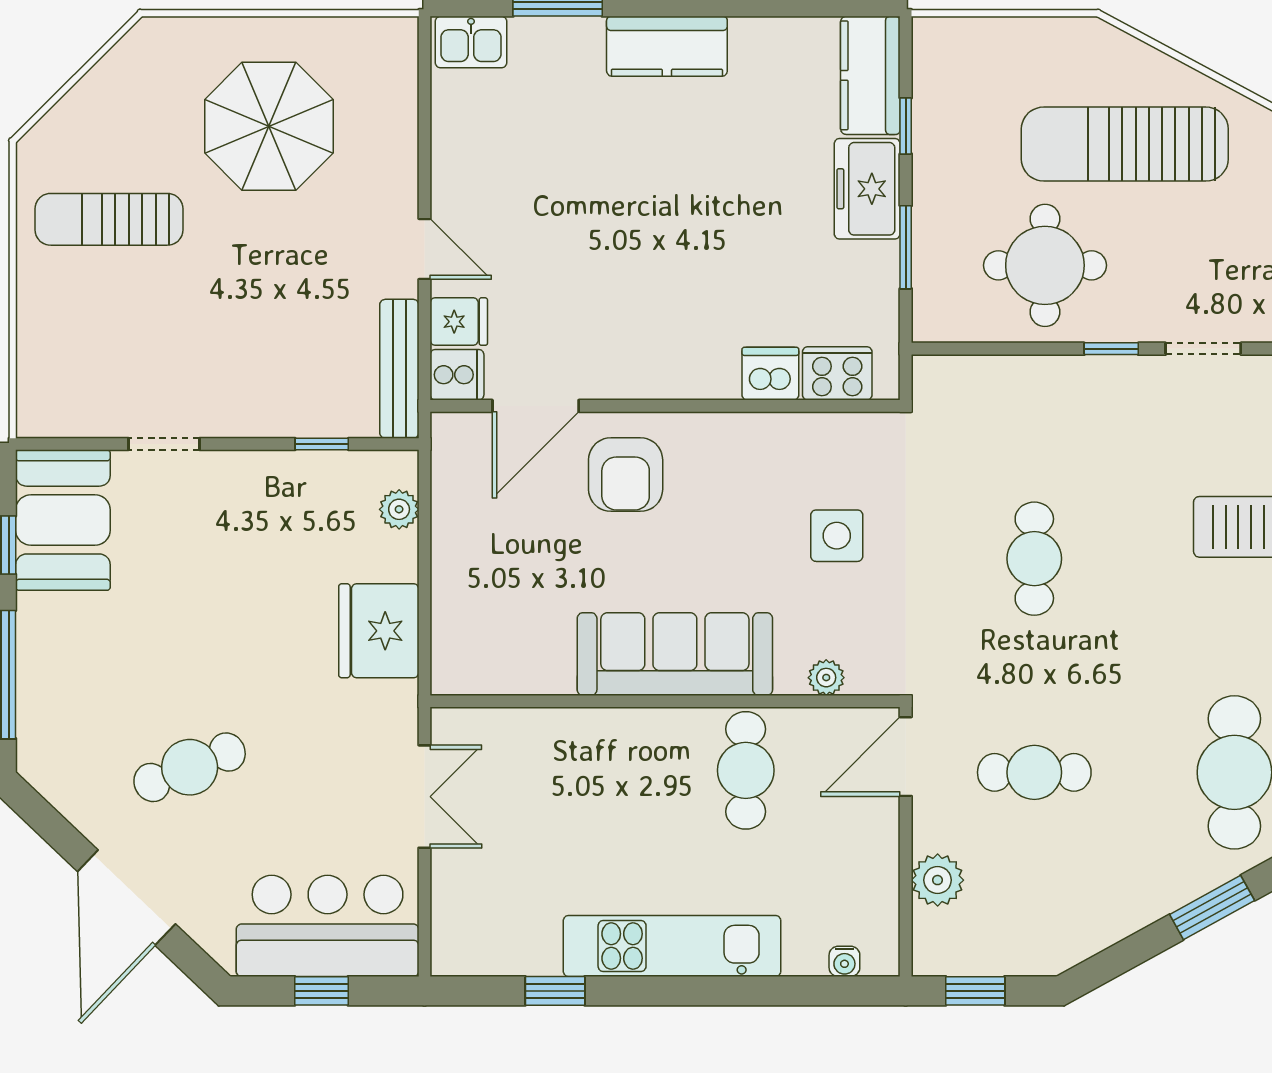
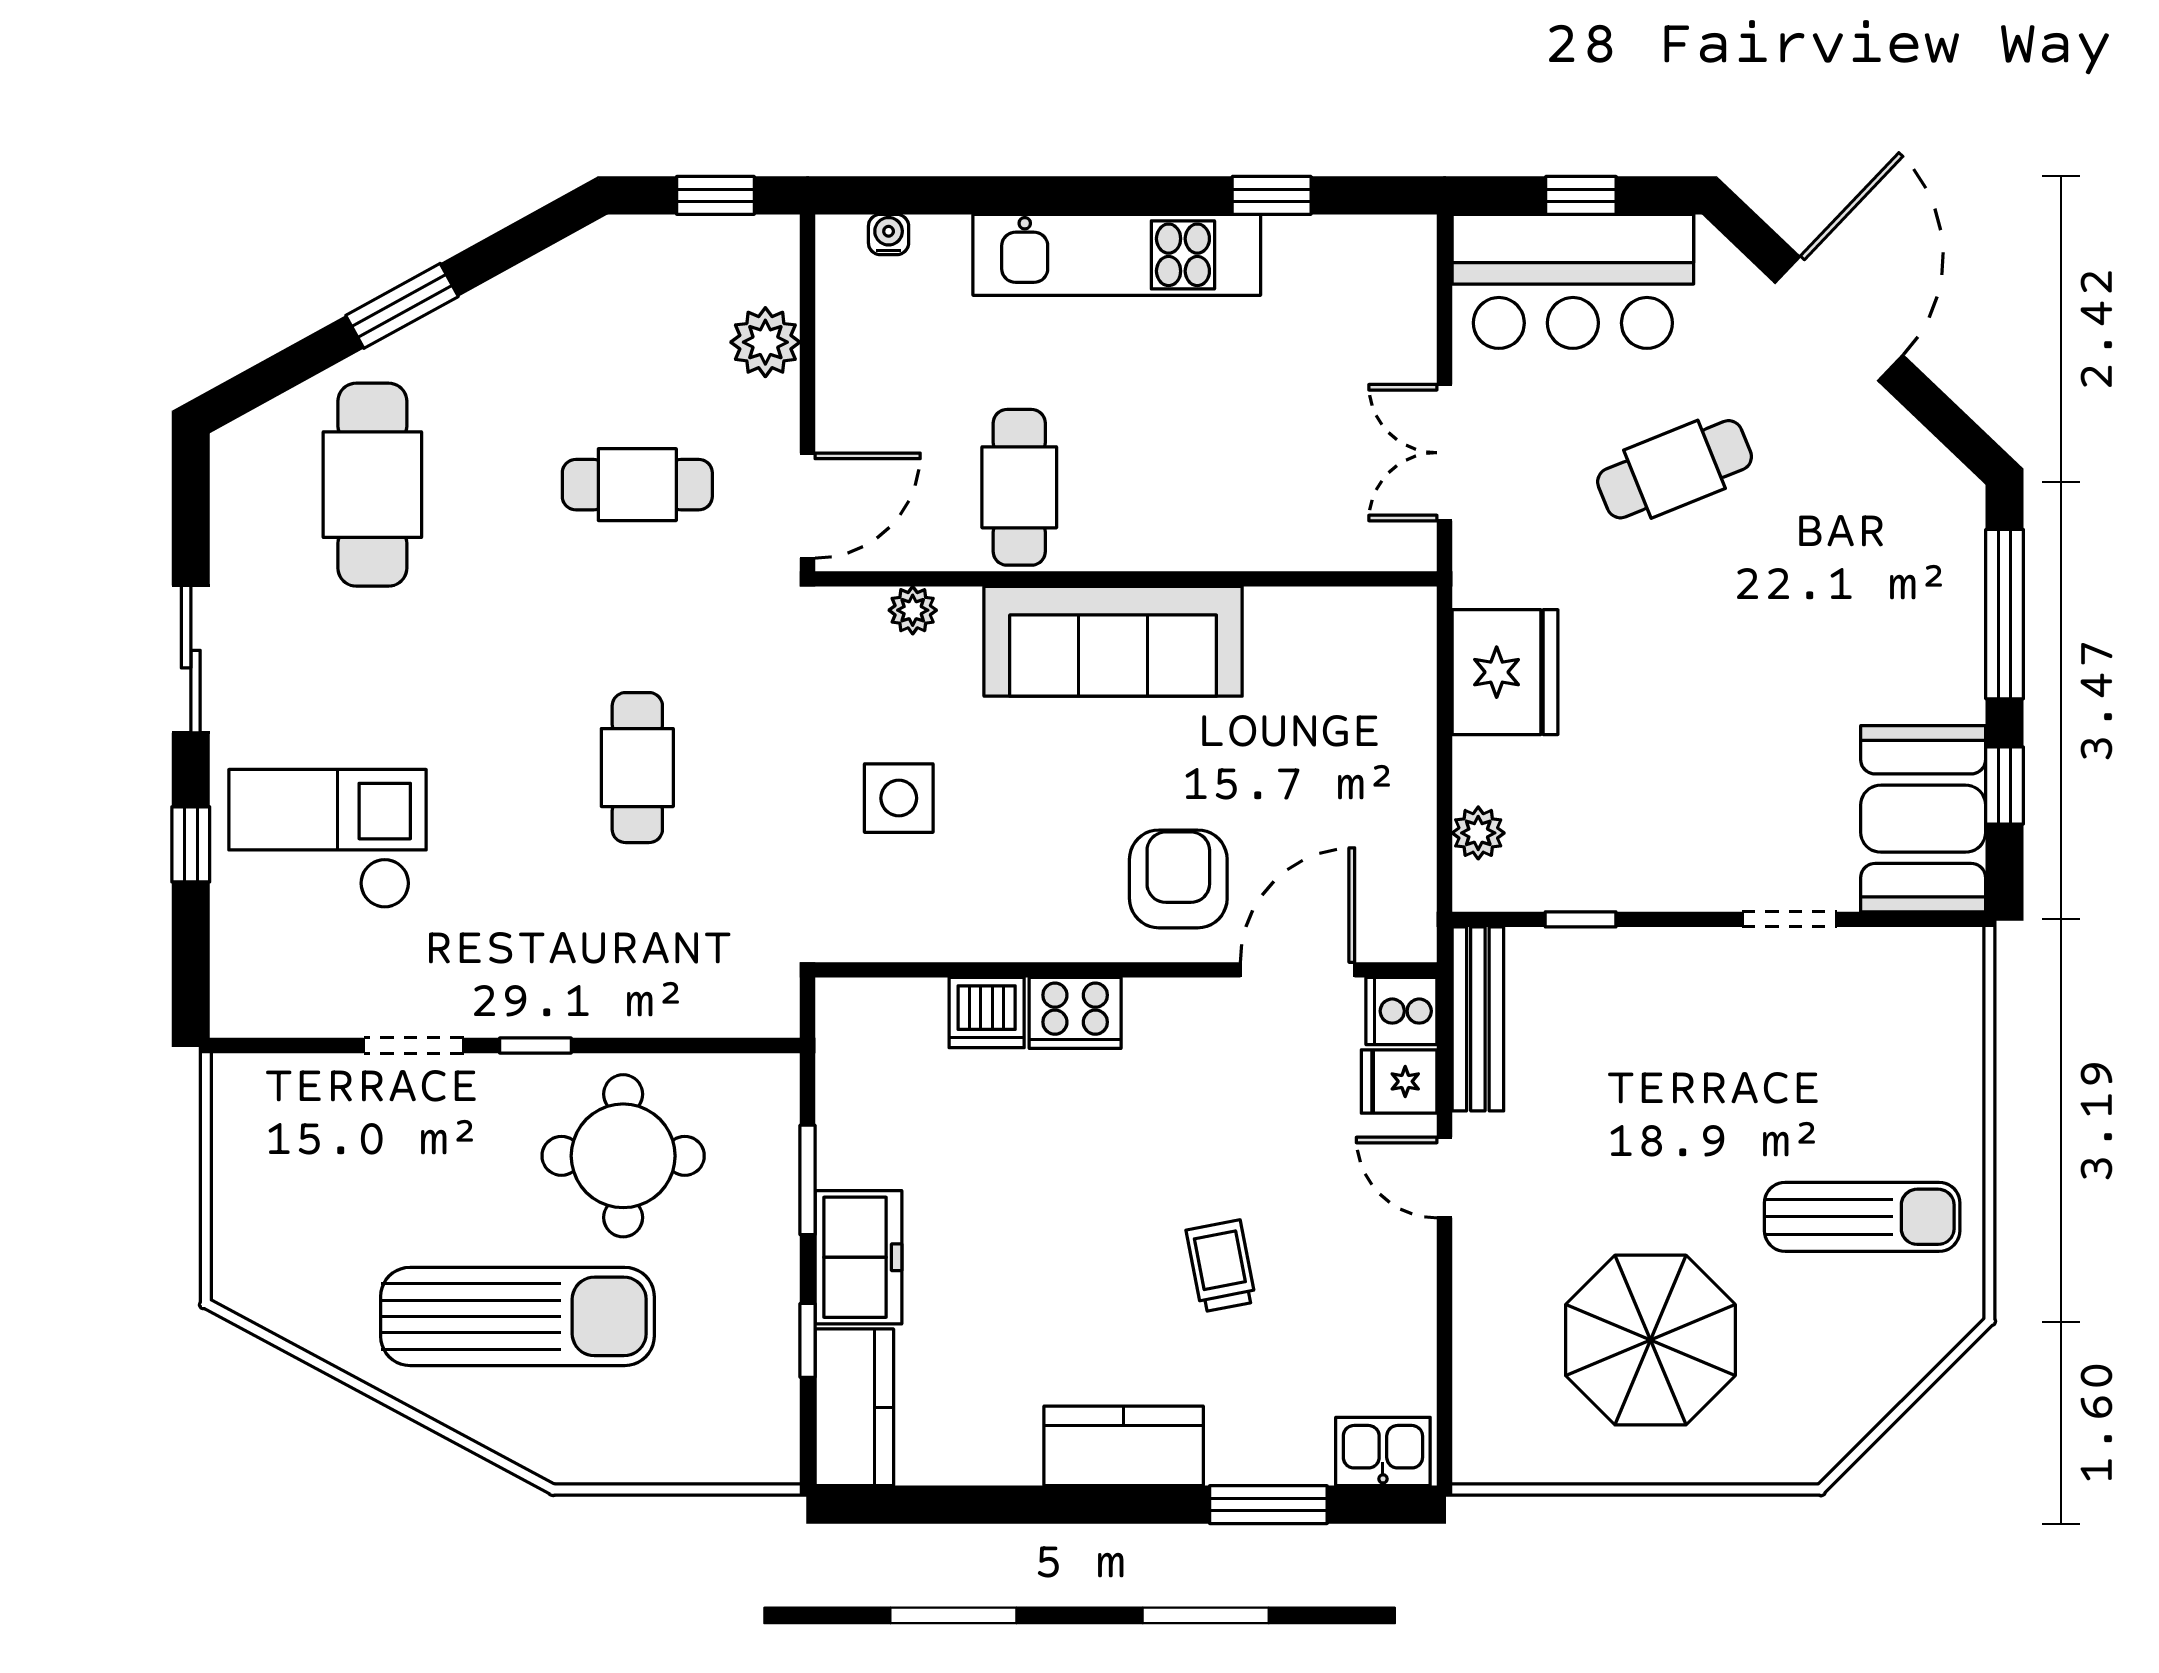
trolley: (593, 182) -> (1221, 1266), added
cooker: (837, 373) -> (1075, 1013), moved
cafe table: (190, 767) -> (1675, 469), moved

